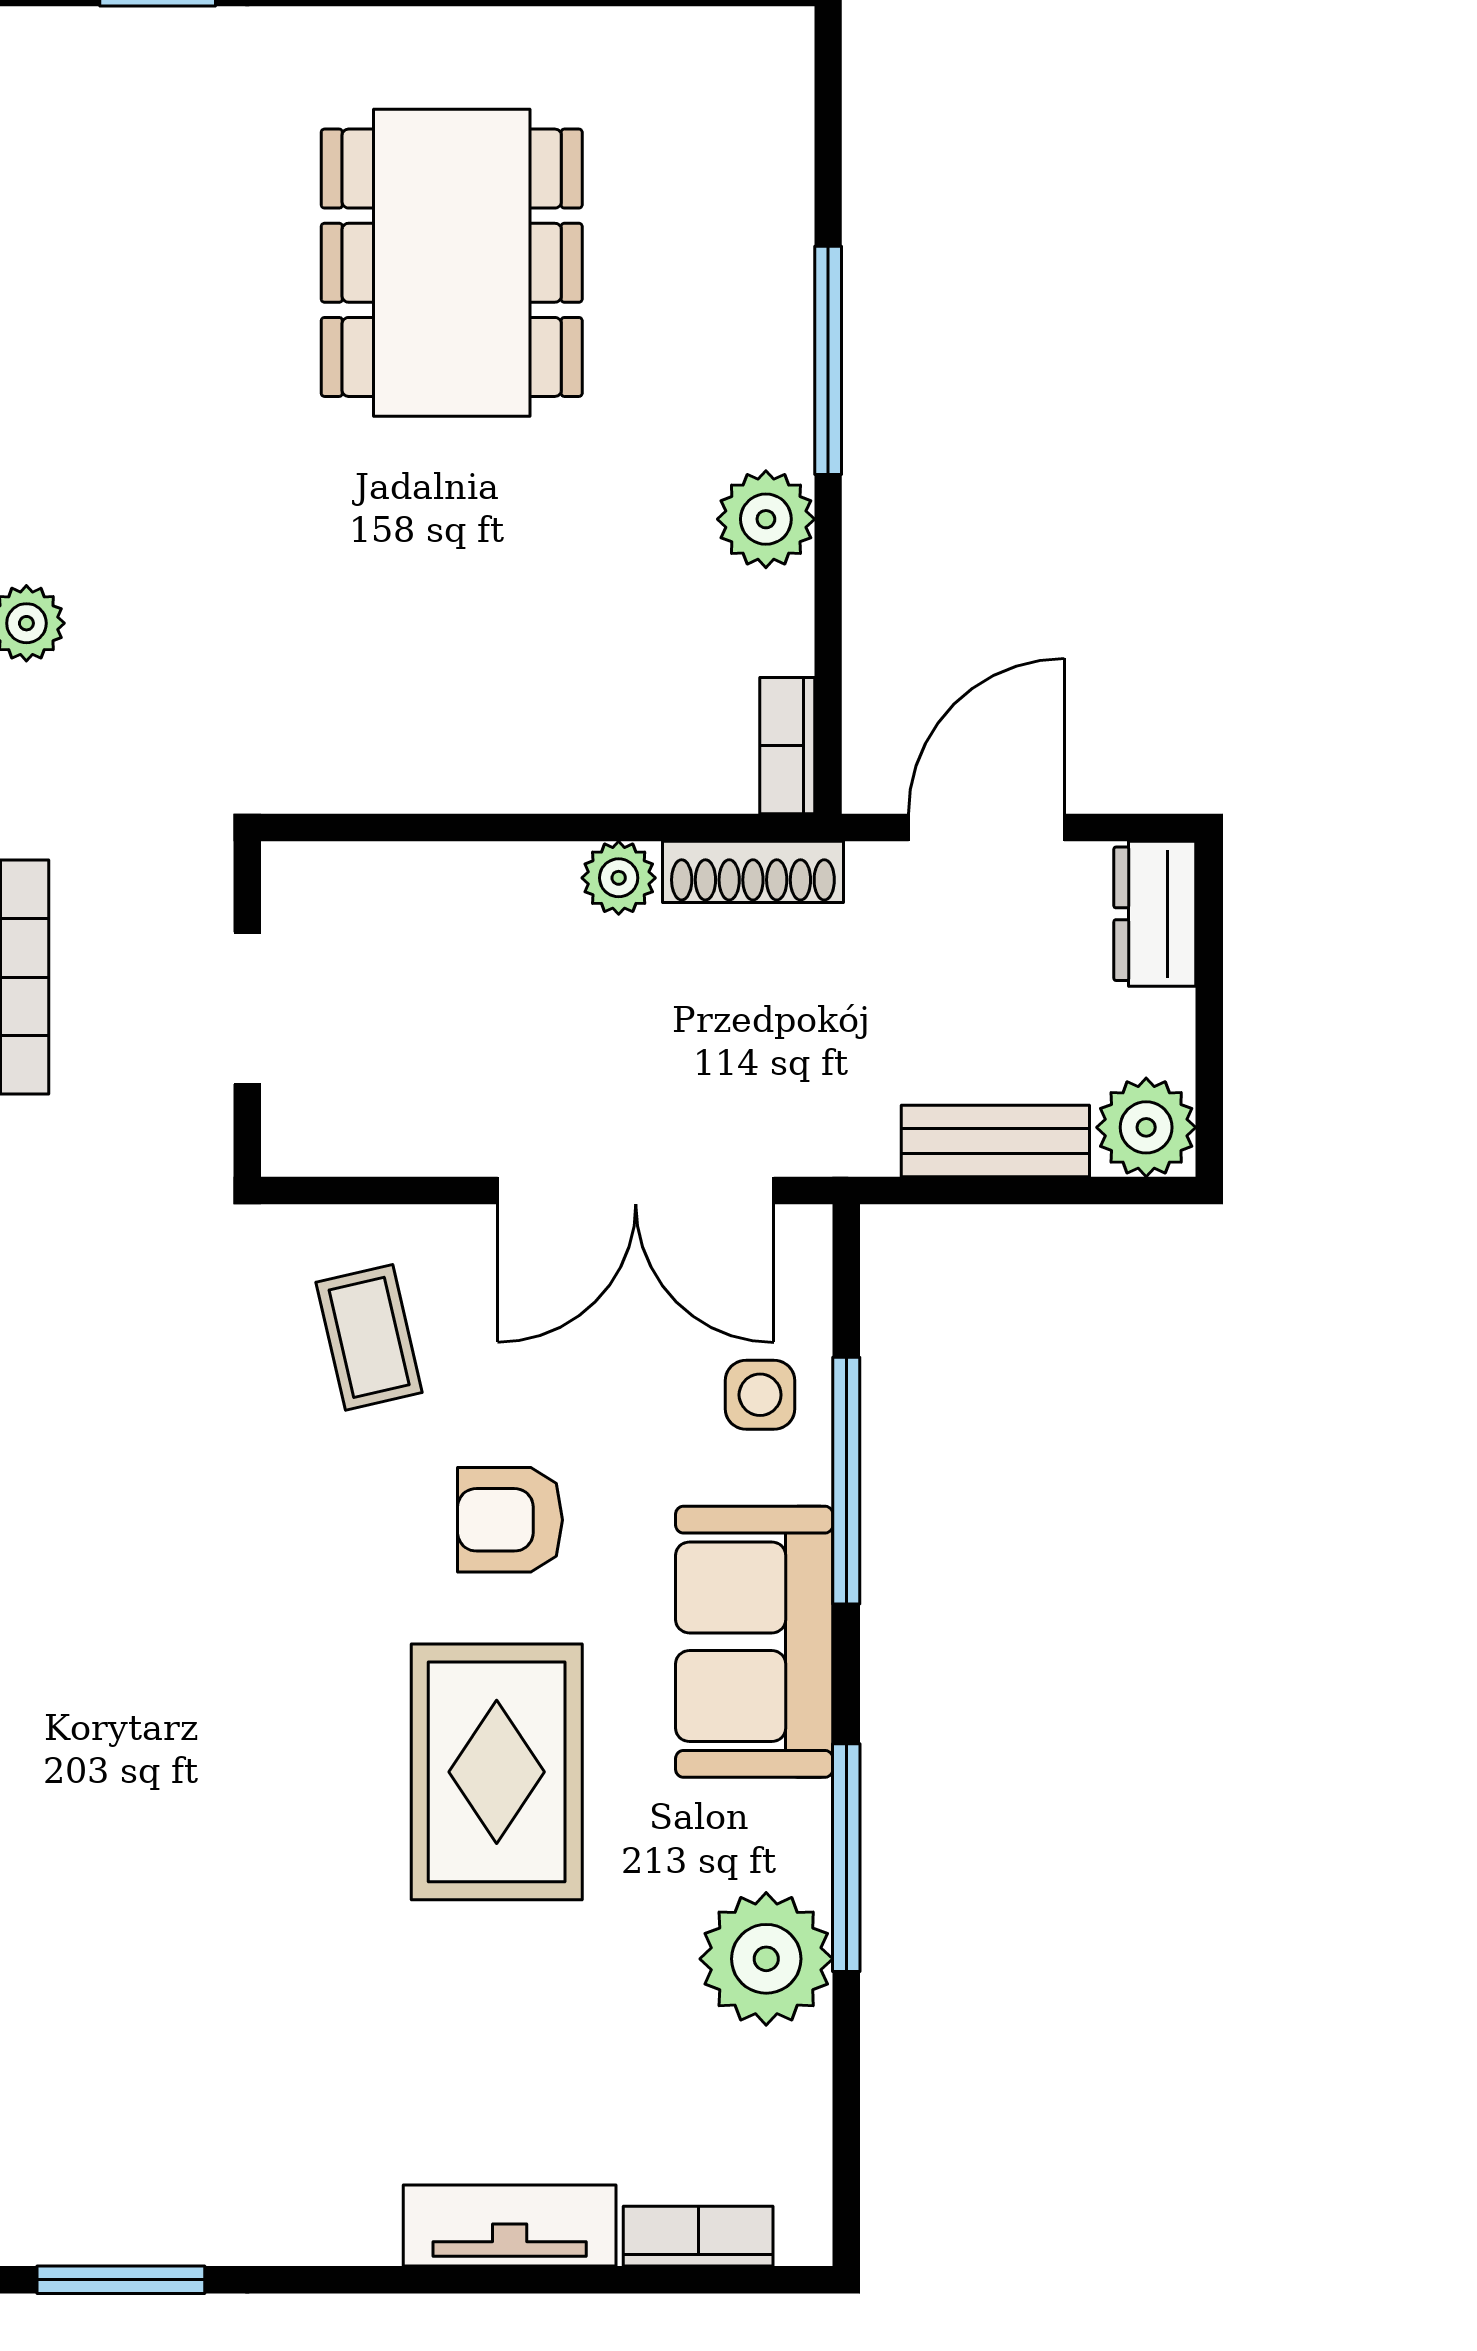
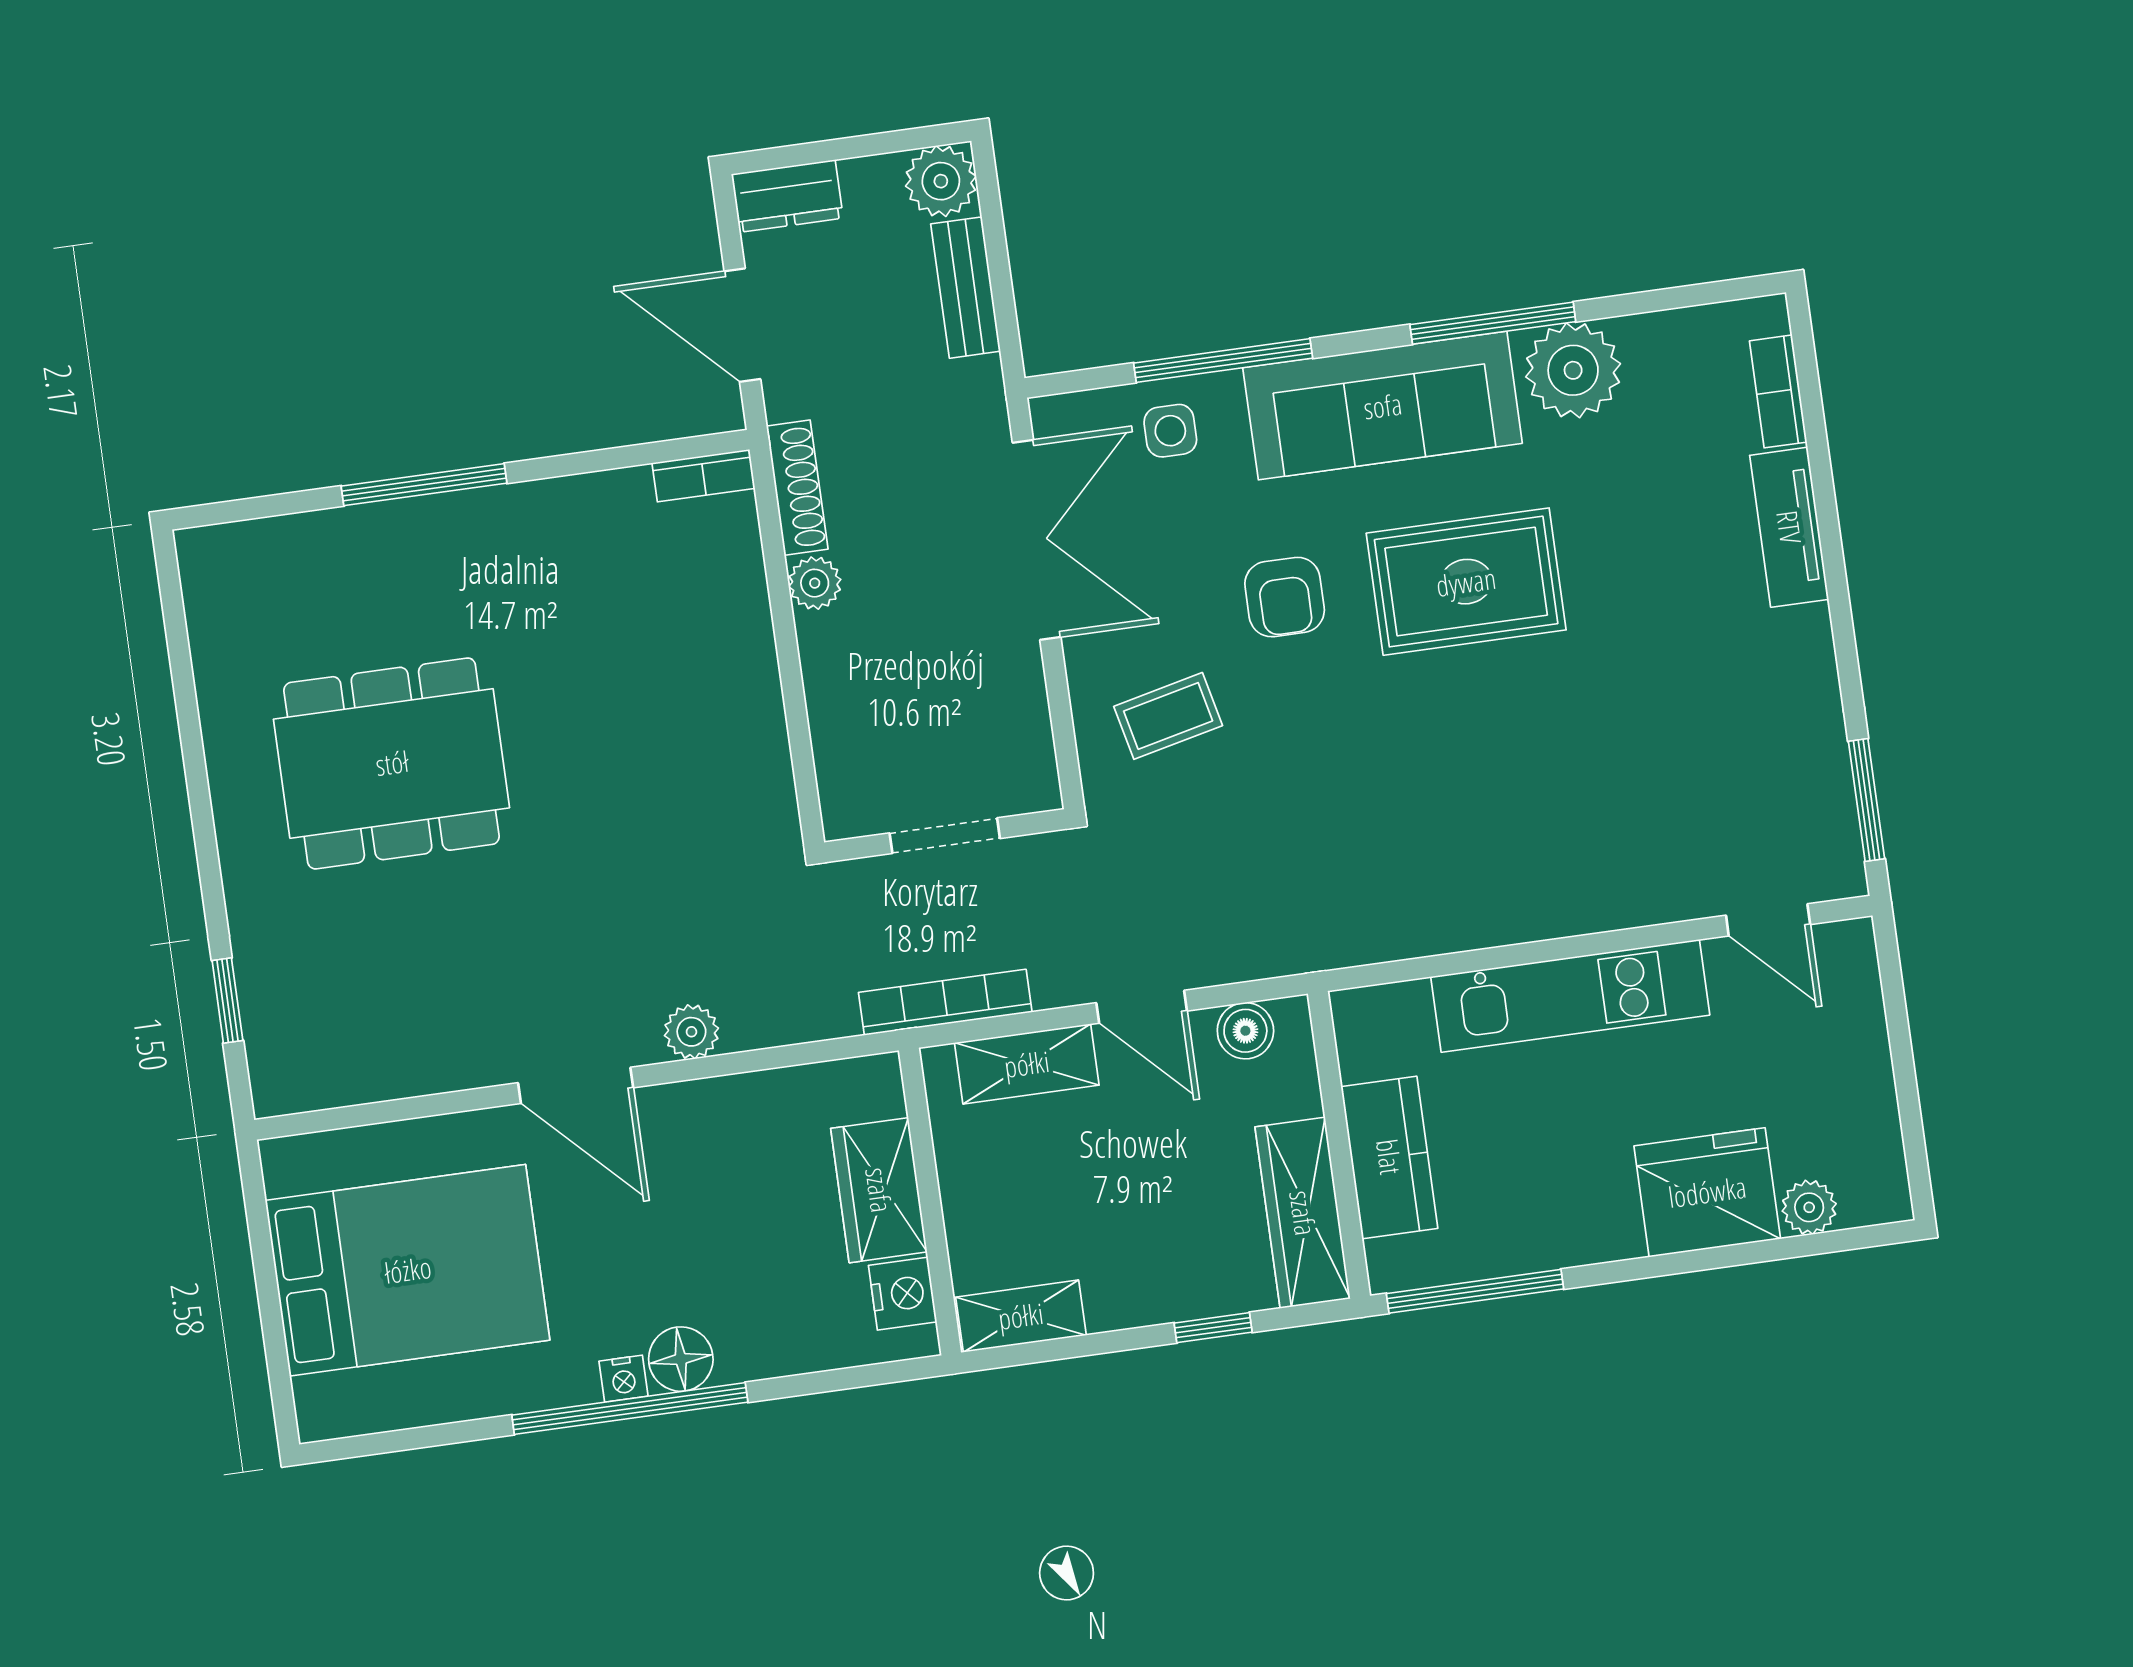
plant: (766, 519) -> (544, 513), removed
sofa: (754, 1642) -> (1383, 406), width x1.36

